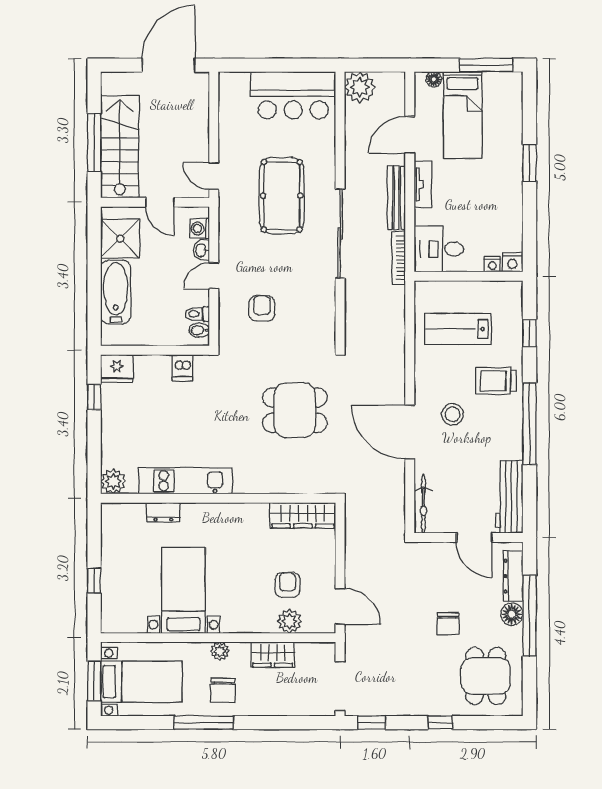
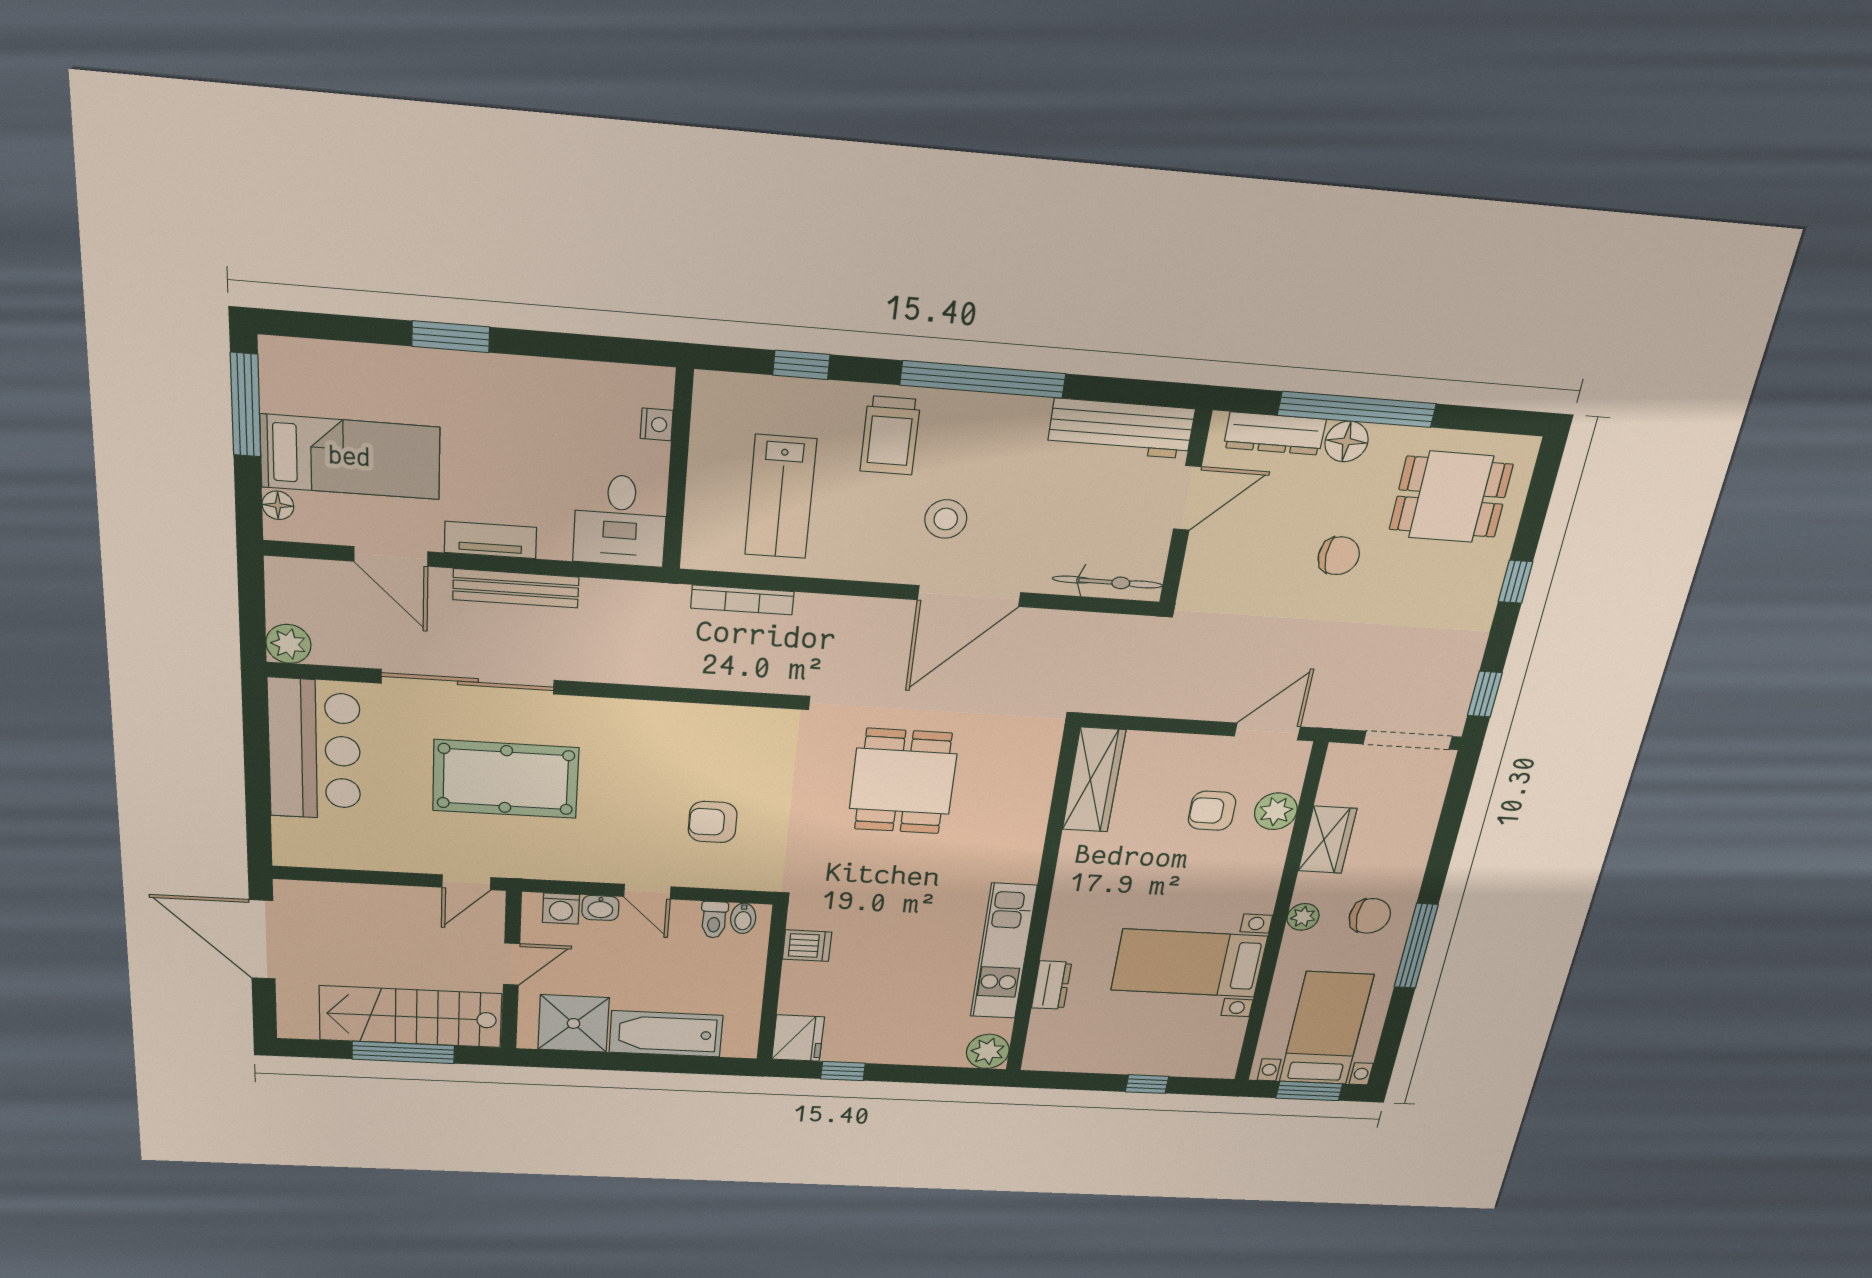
plant: (360, 87) -> (288, 644), width x0.73, depth x0.73
sliding door: (340, 234) -> (468, 682), moved
bookcase: (399, 258) -> (742, 600), moved
nightstand: (513, 262) -> (655, 386), removed

